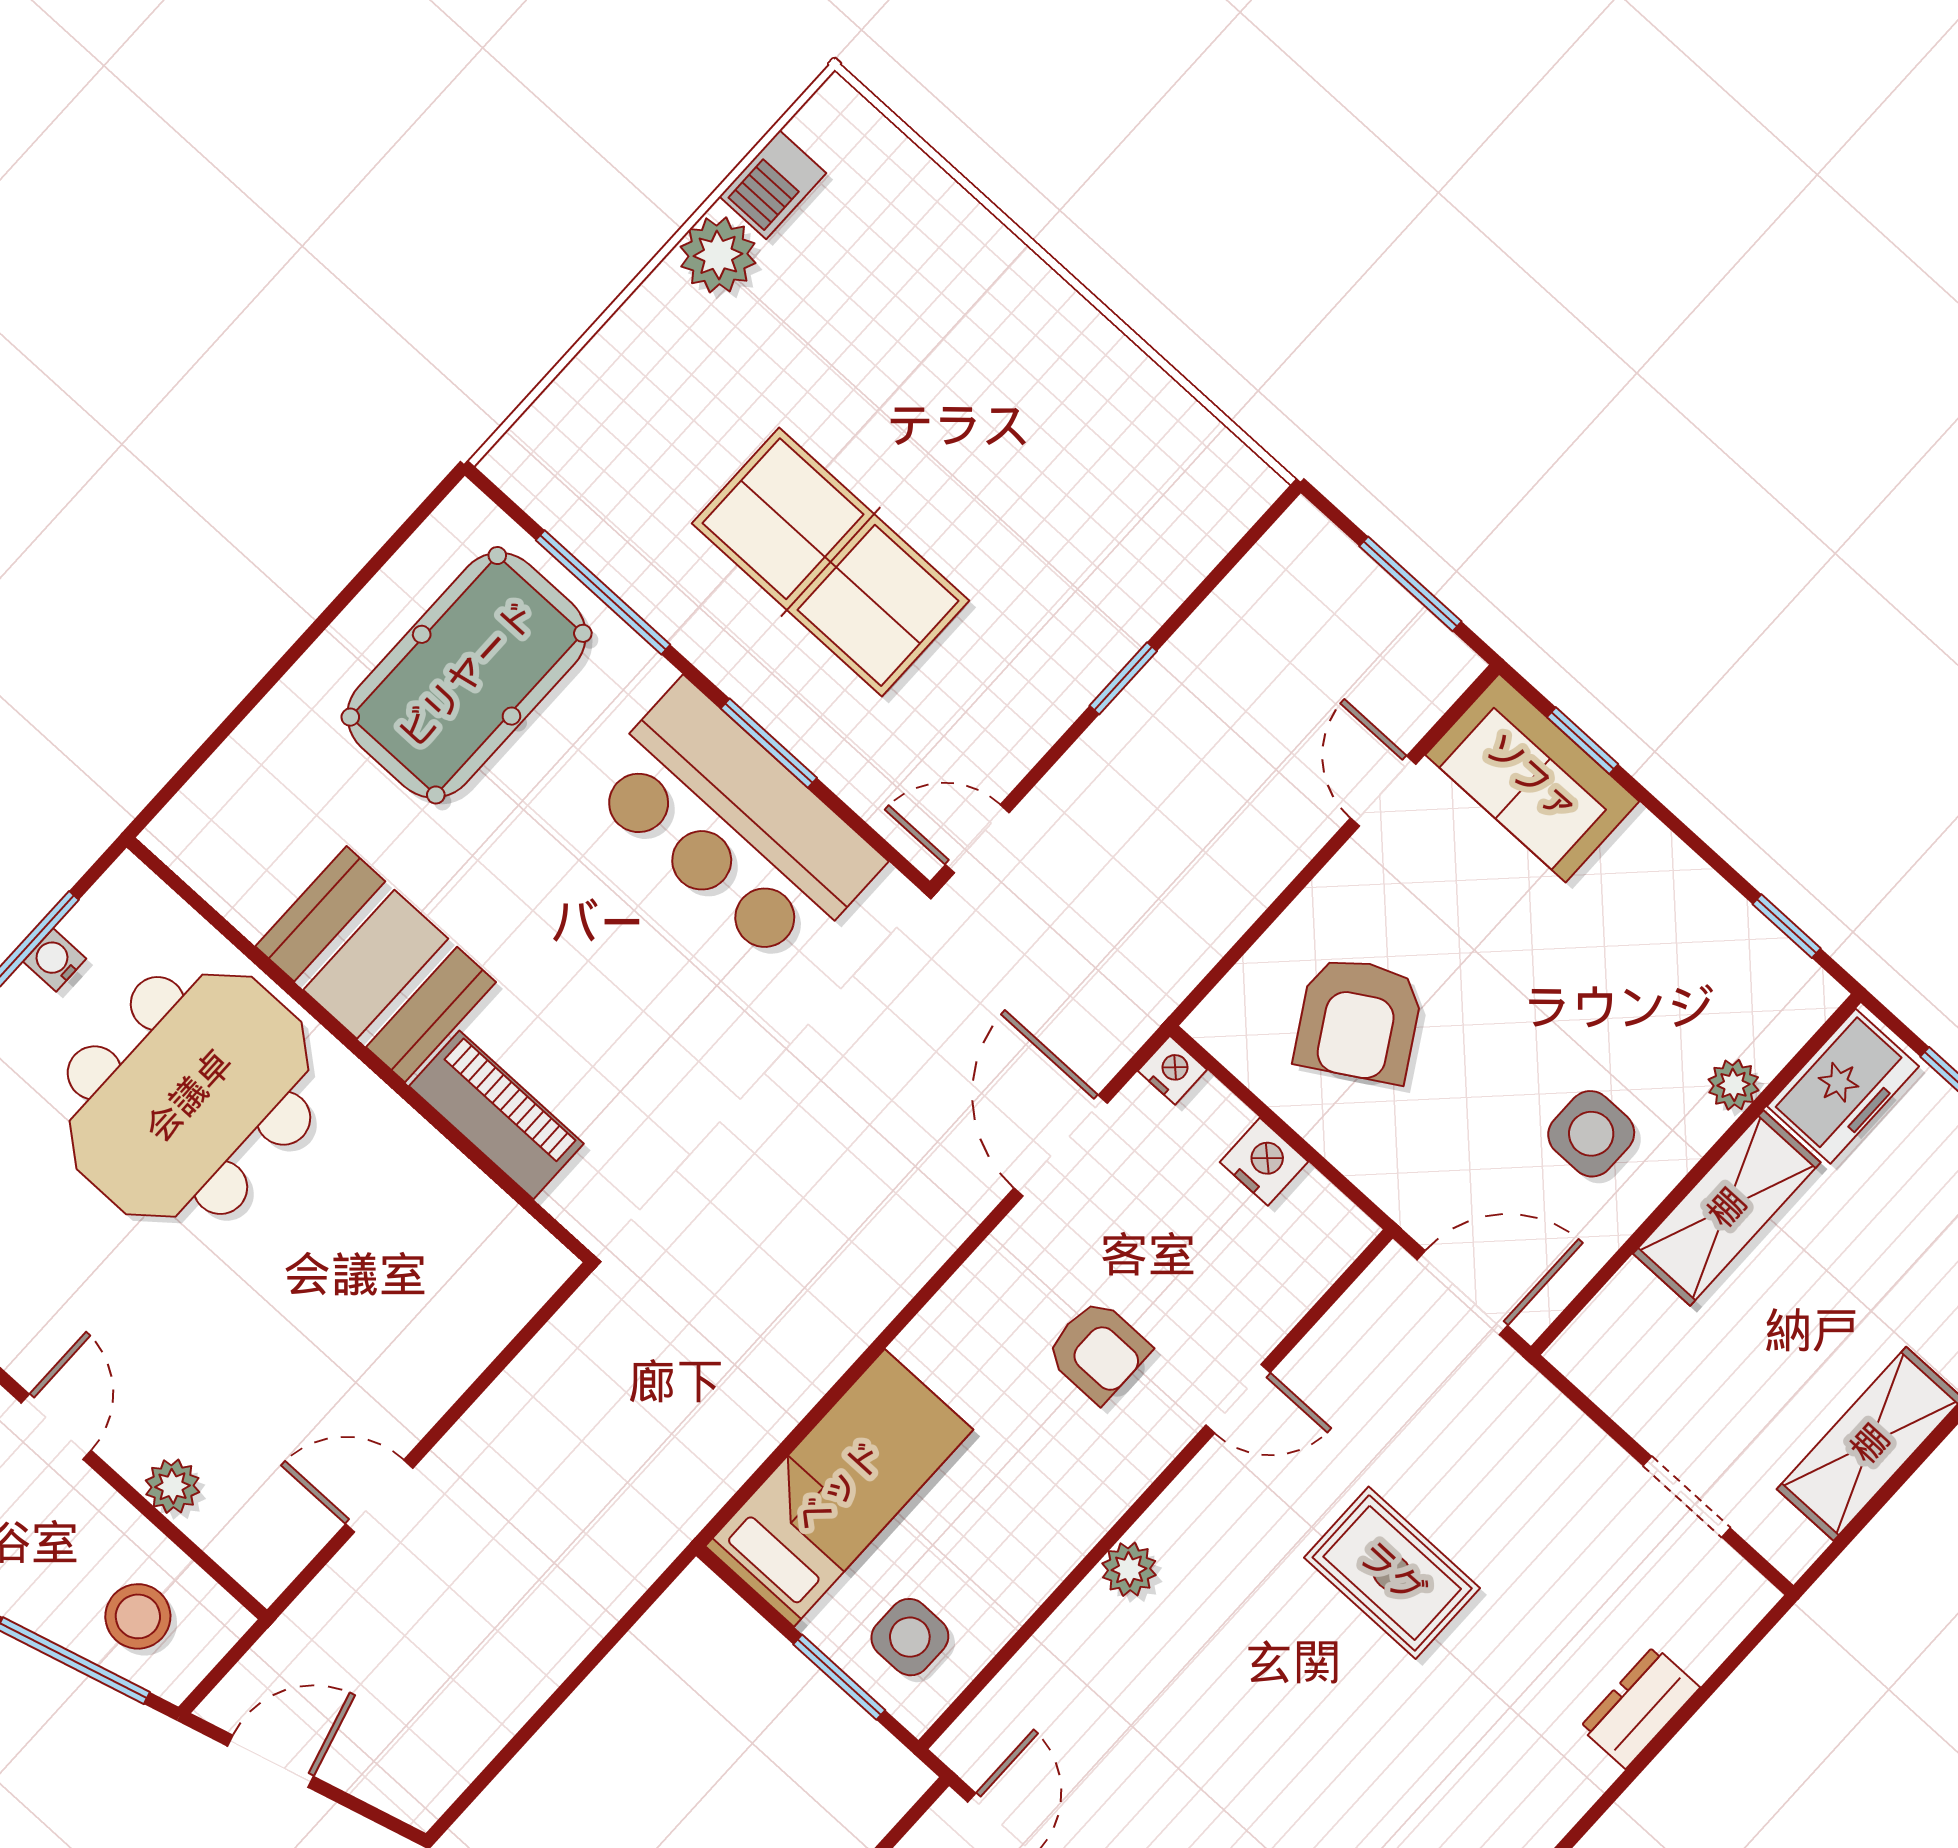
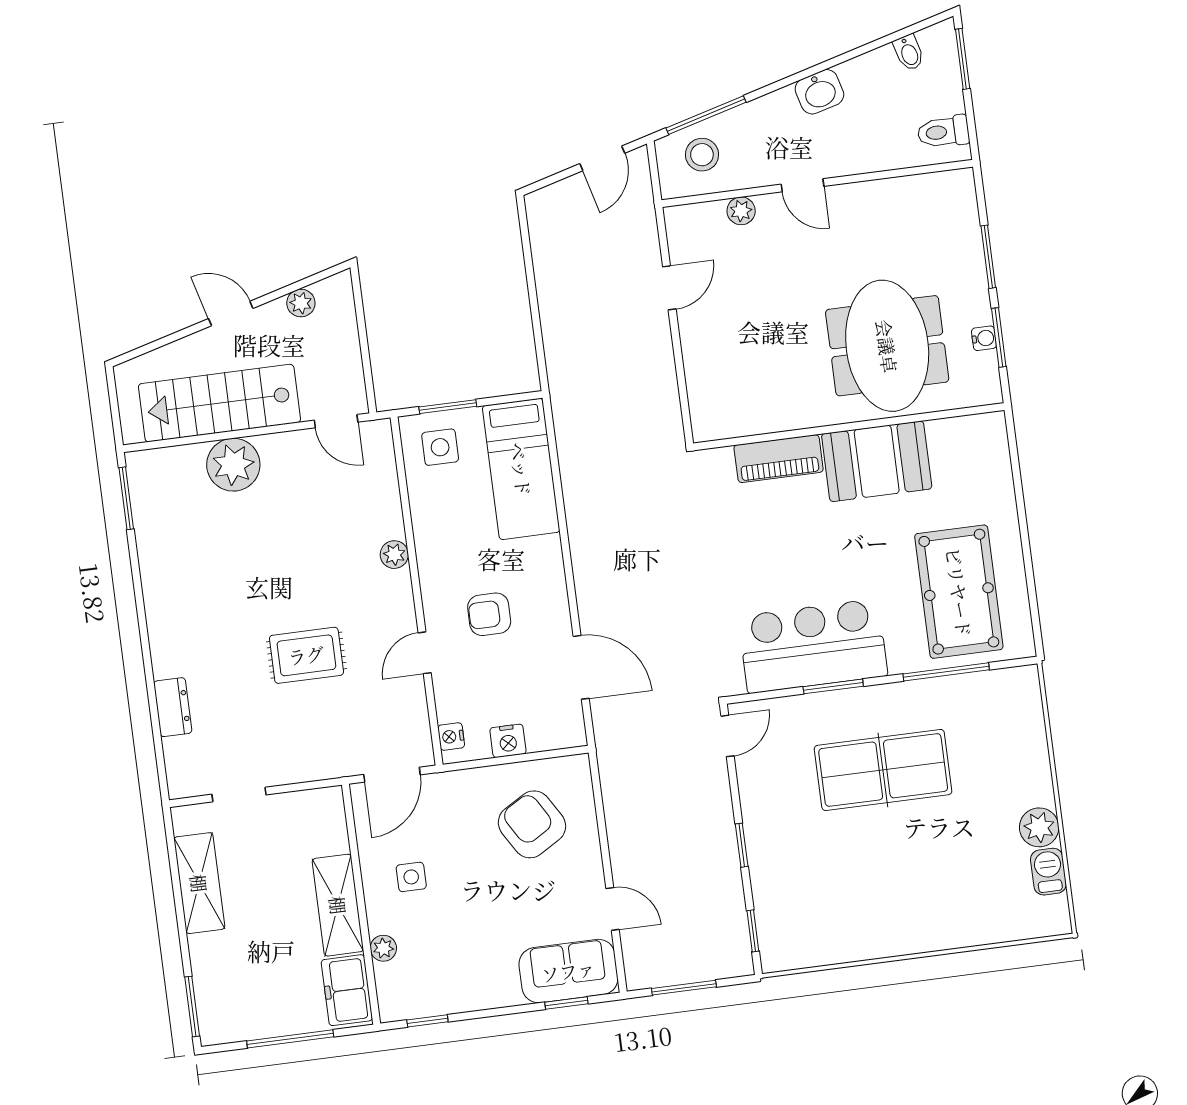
window: (1238, 553) -> (753, 931), added
nightstand: (1172, 1070) -> (451, 737), moved, turned 90
side table: (1591, 1134) -> (411, 877), width x0.73, depth x0.73

